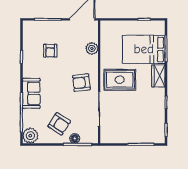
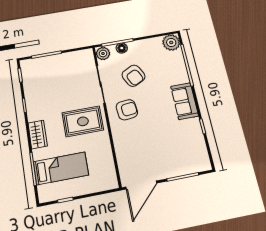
plant: (92, 48) -> (103, 53), moved
bed: (144, 49) -> (61, 168), width x0.67
armchair: (50, 51) -> (171, 140), removed
sofa: (31, 93) -> (185, 101), moved
armchair: (59, 124) -> (133, 76), moved, turned -149

